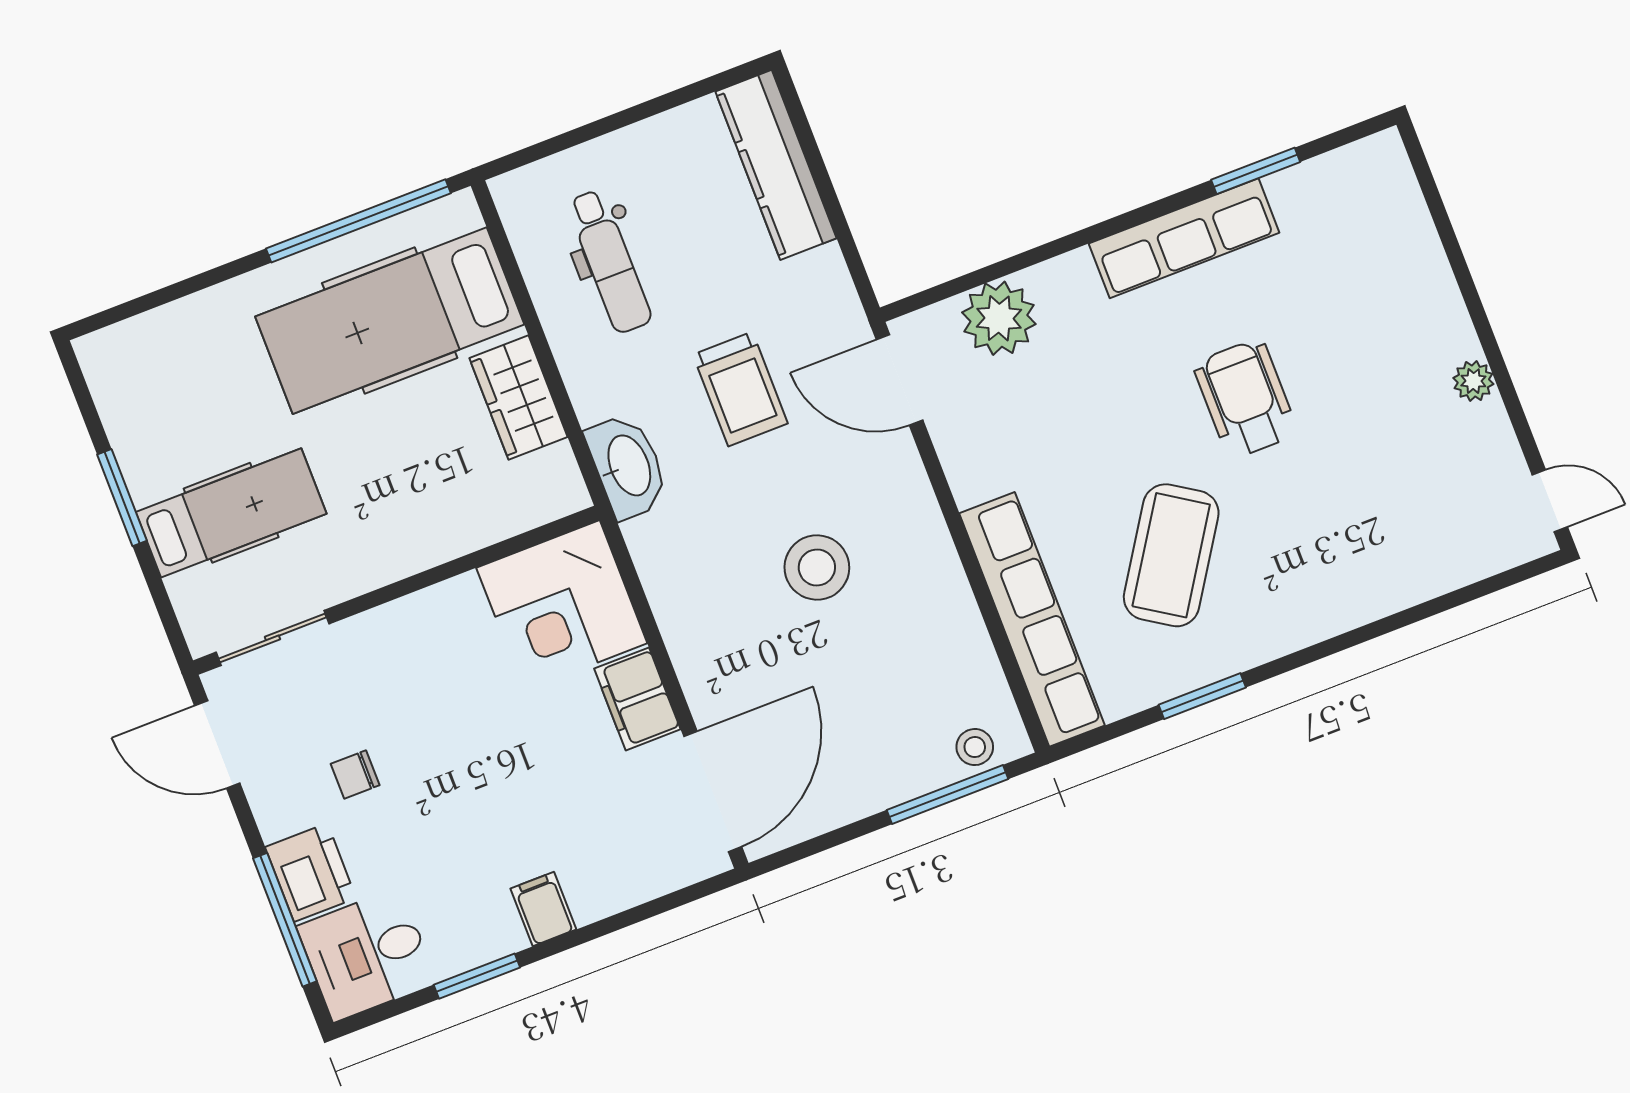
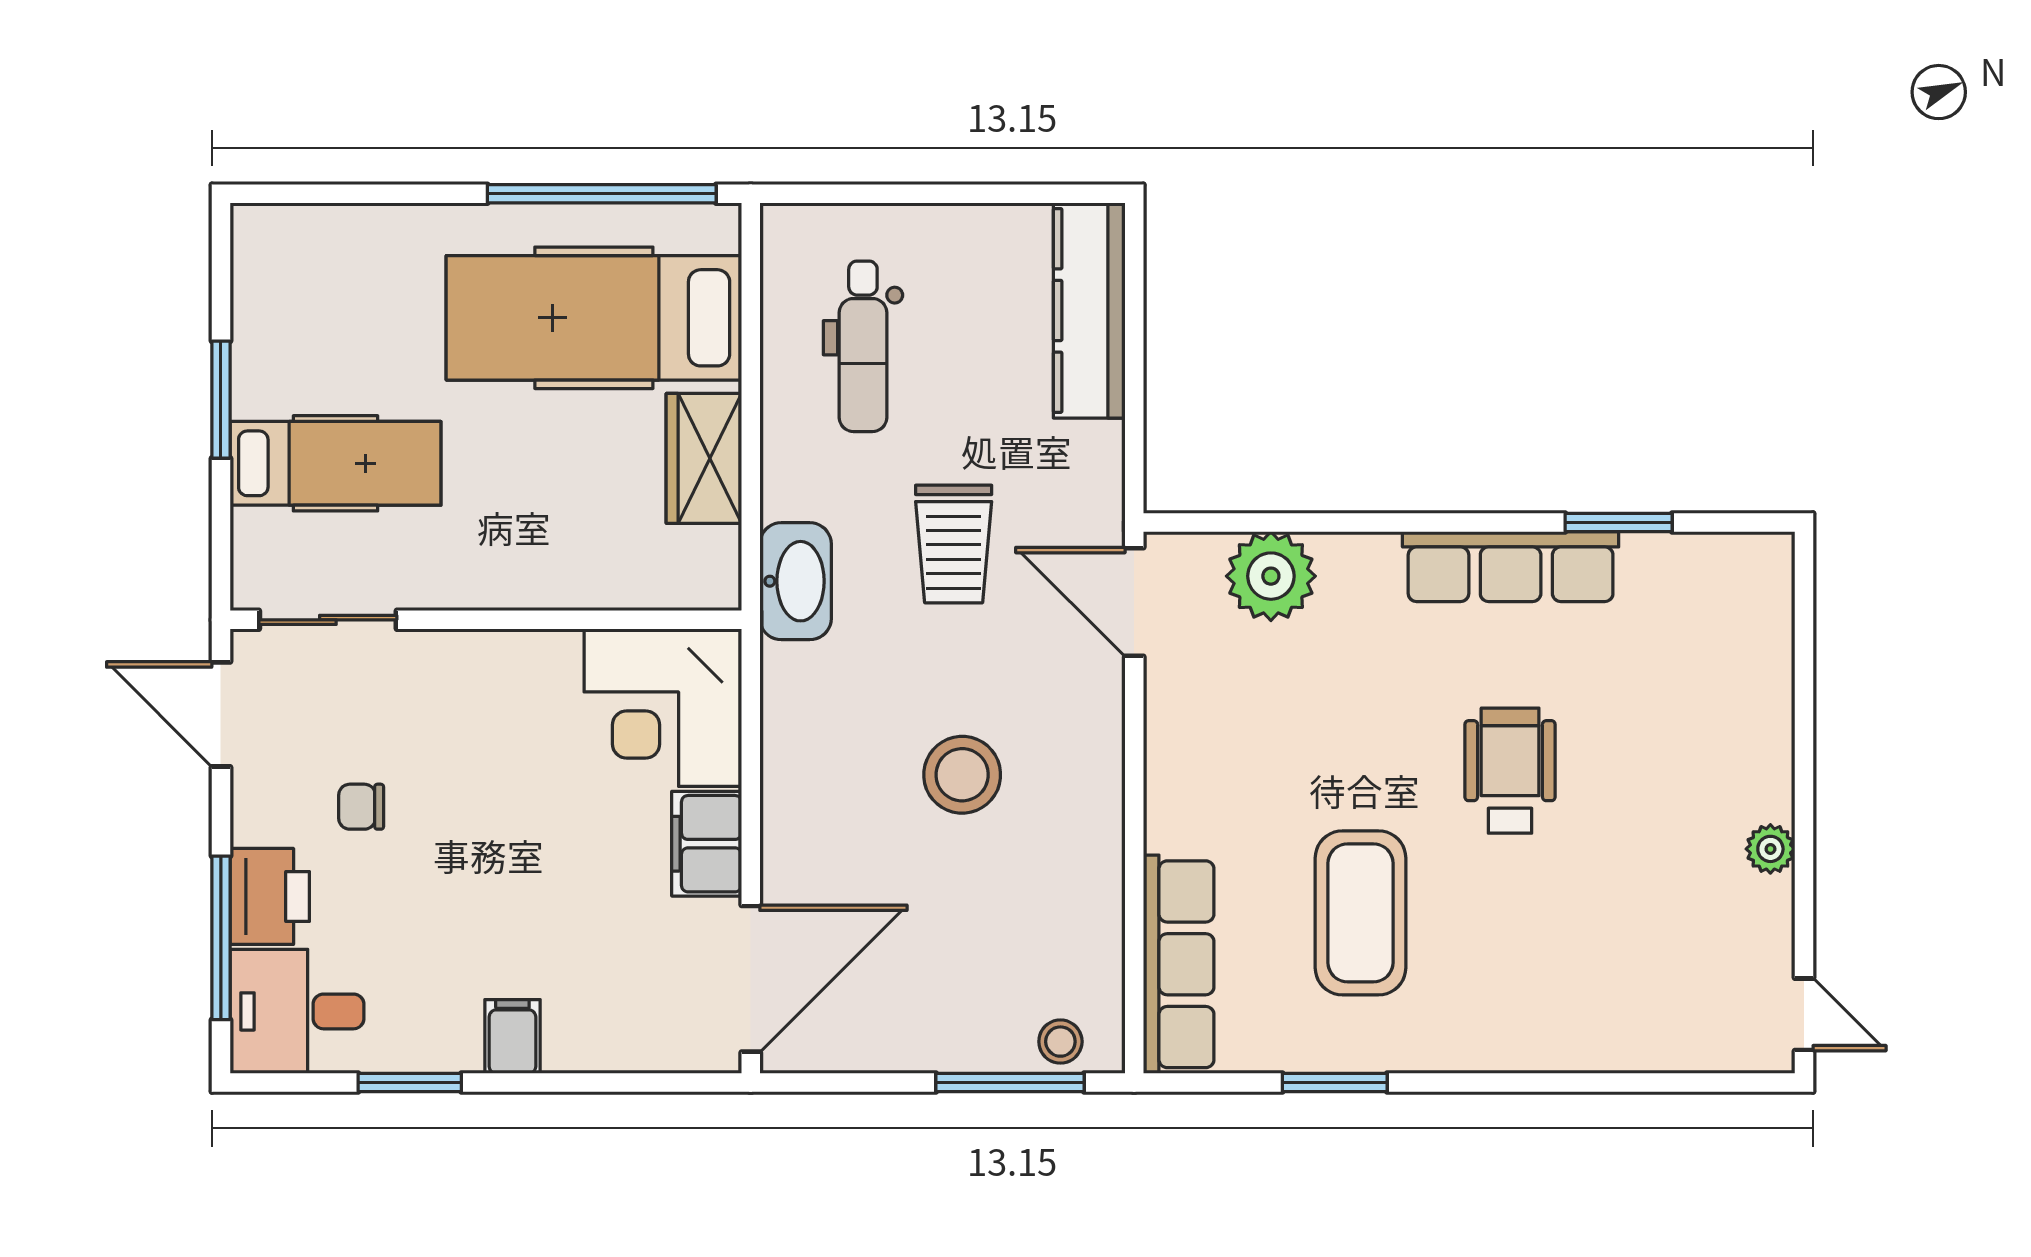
coffee table: (1171, 555) -> (1360, 913), turned -33
row of seats: (1032, 619) -> (1179, 964), width x0.73

